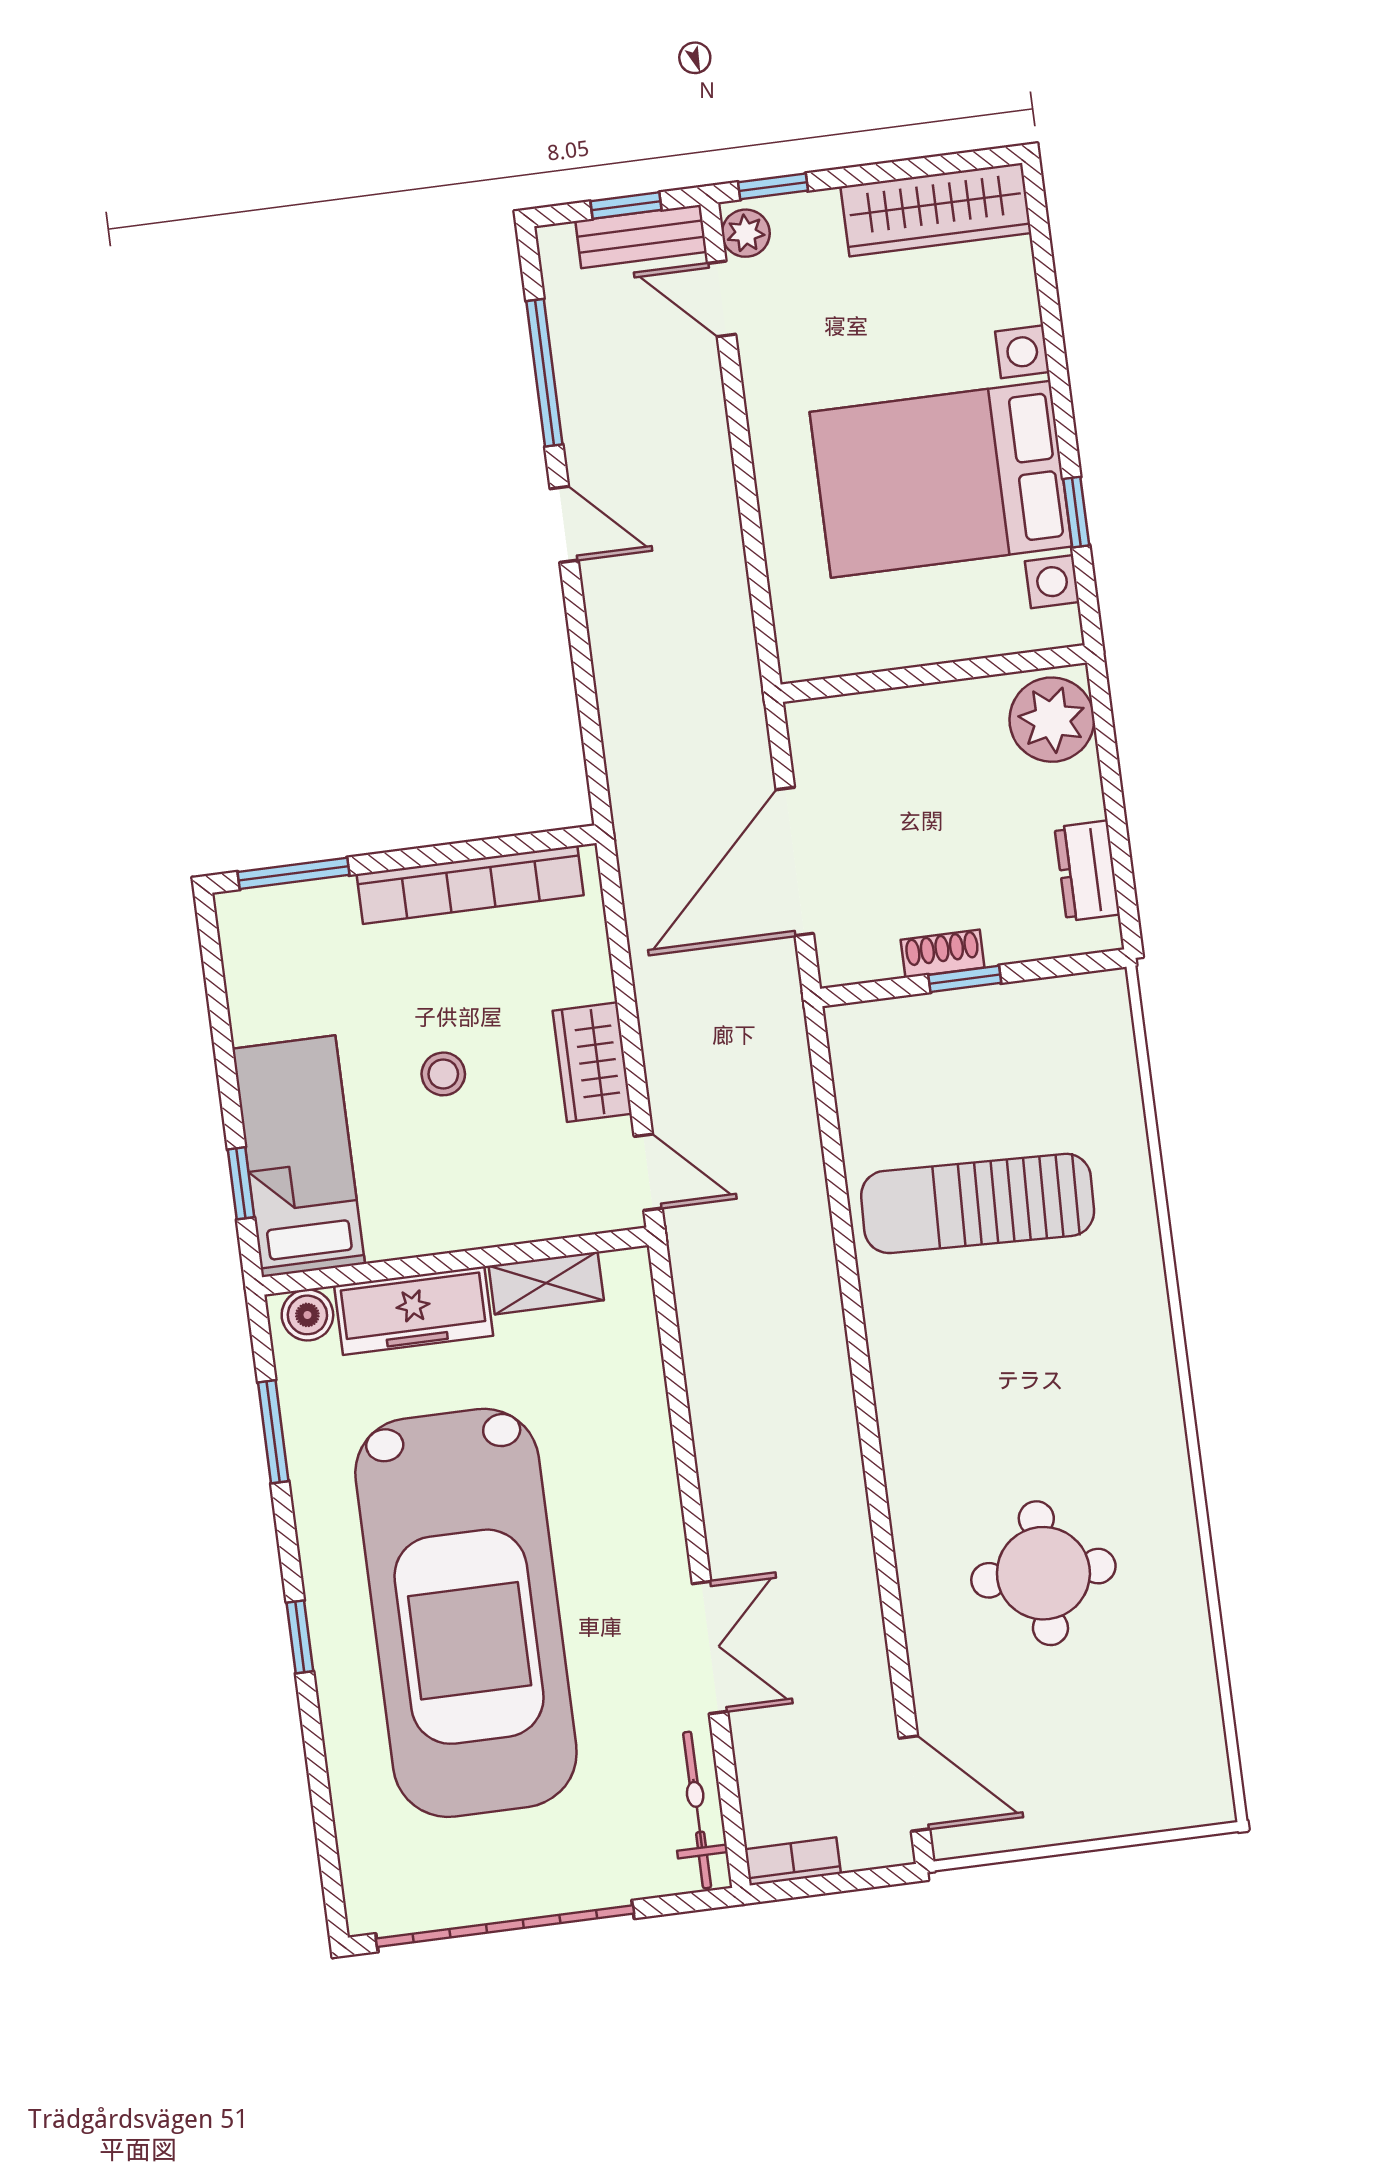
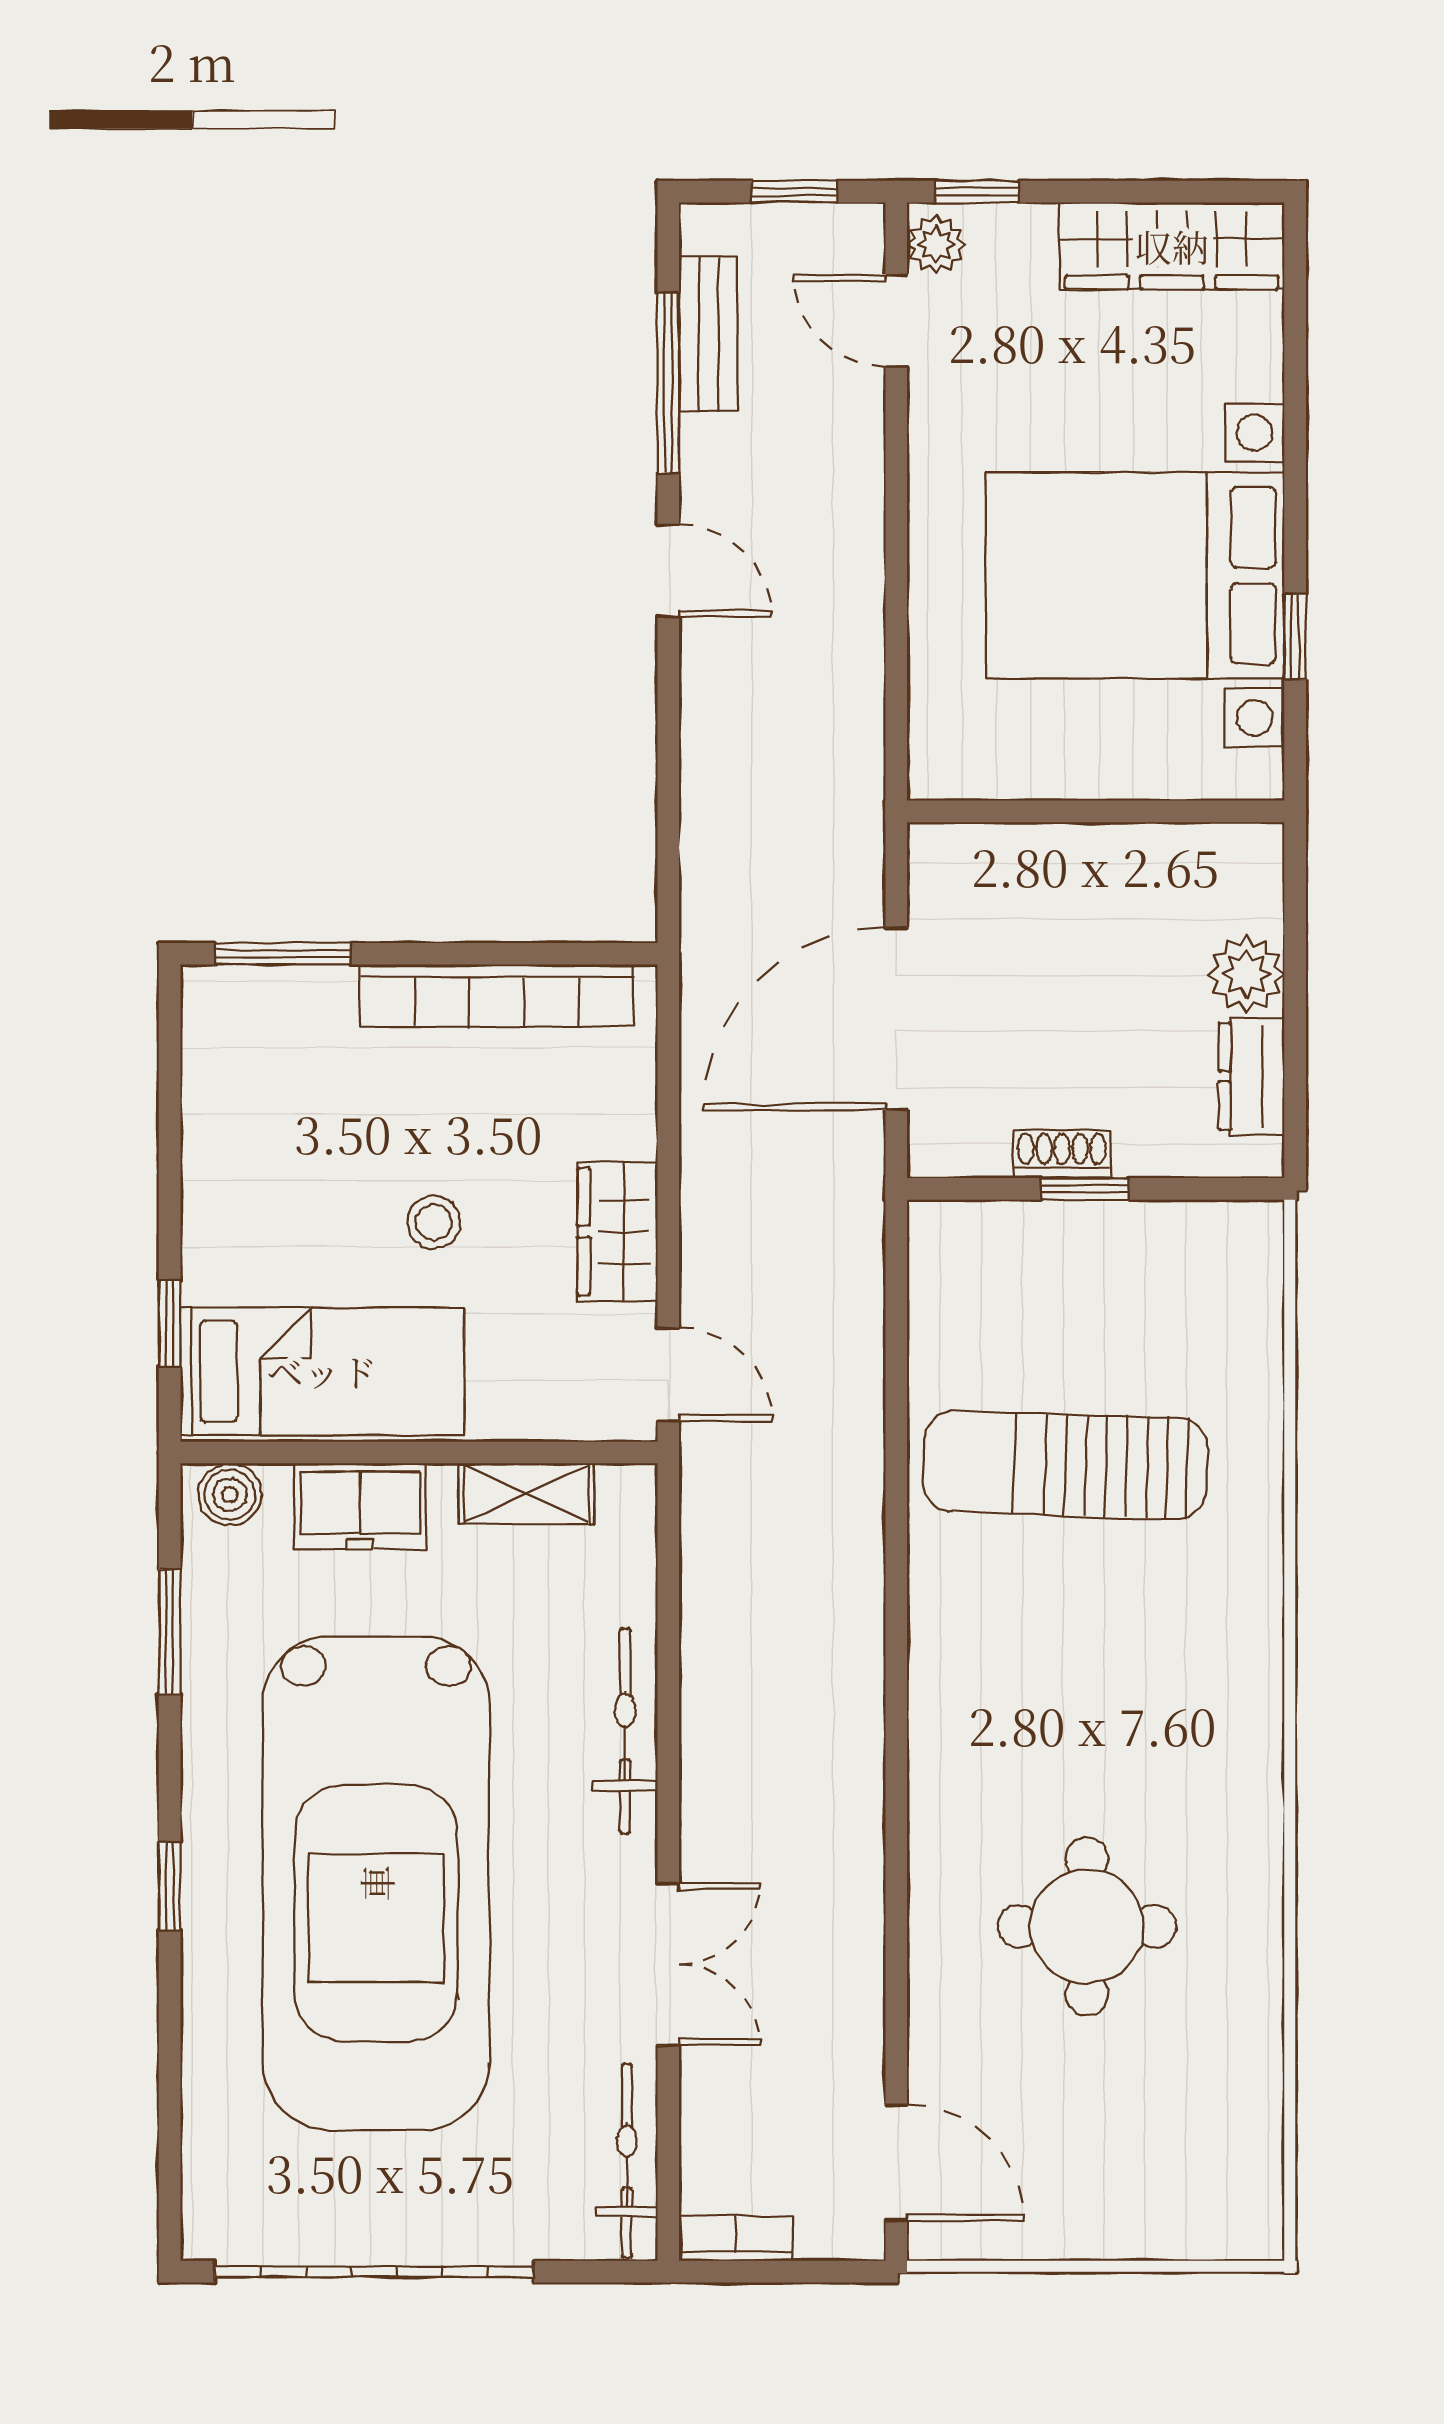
bench: (641, 237) -> (708, 334), moved, turned 90
plant: (1052, 720) -> (1246, 974), moved, width x0.73, depth x0.73
bed: (299, 1156) -> (322, 1371), moved, turned 90
freezer: (414, 1311) -> (360, 1506), width x0.71
bicycle: (651, 1464) -> (625, 1731), added

